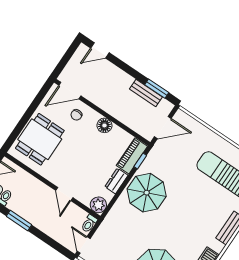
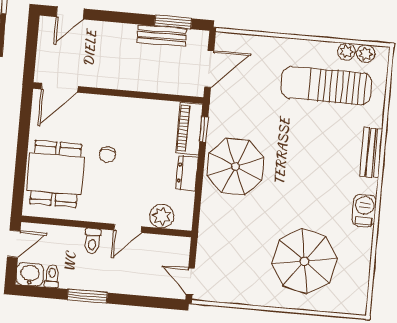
chair: (76, 115) -> (107, 154), moved
floor lamp: (104, 125) -> (131, 109), removed
door: (64, 194) -> (128, 228), hinge flipped
plant: (98, 205) -> (162, 216), moved
toilet: (89, 224) -> (92, 241), moved

